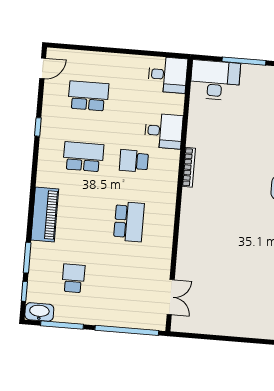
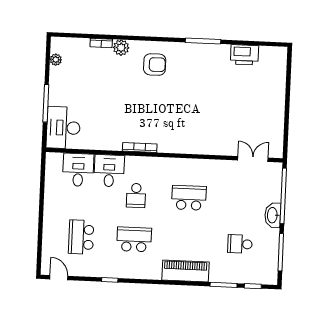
desk: (168, 75) -> (78, 170), moved
school desk: (83, 157) -> (134, 239), turned 90
washbasin: (39, 312) -> (273, 215), moved

